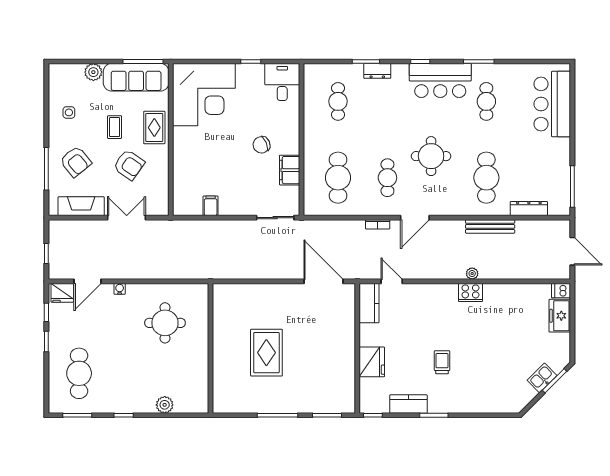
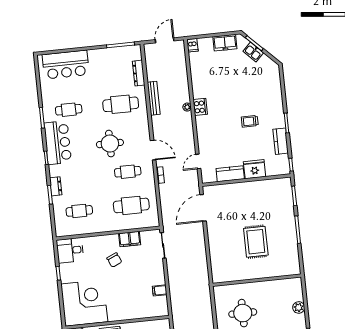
kitchen counter: (369, 303) -> (230, 174), moved
freezer: (560, 316) -> (225, 43), moved
rug: (266, 353) -> (256, 242), turned 90

